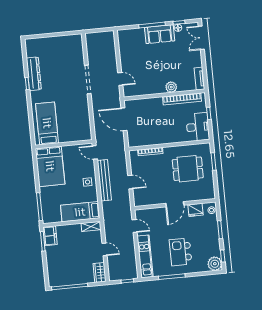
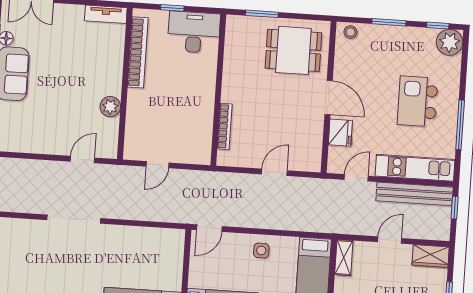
plant: (171, 87) -> (110, 107), moved
door: (124, 119) -> (157, 165), width x0.53
dining table: (188, 169) -> (293, 50), moved, turned 90
bench: (104, 180) -> (415, 194), moved
fridge: (196, 210) -> (340, 133), moved
kitchen island: (181, 252) -> (418, 101), turned 90

